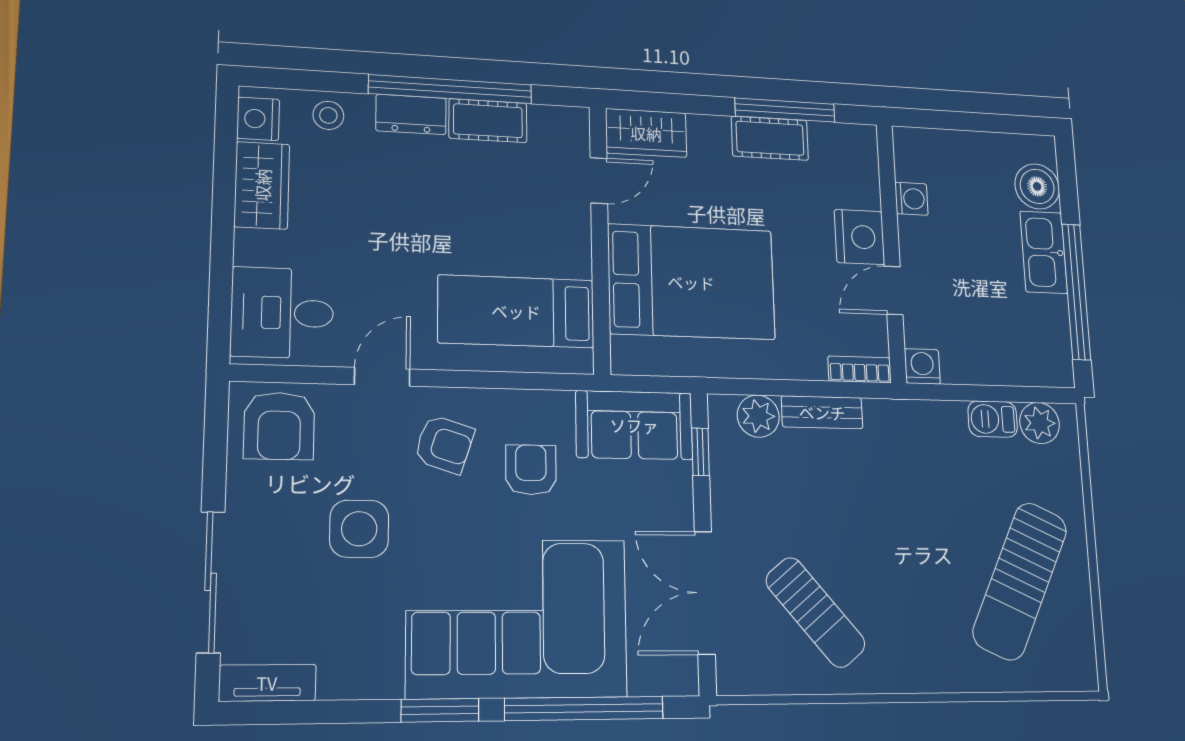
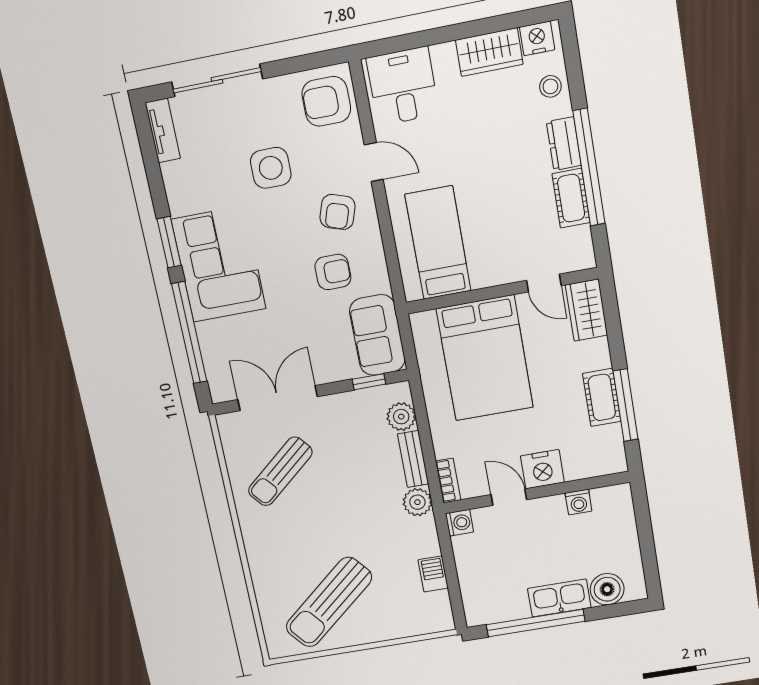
plant: (1040, 423) -> (417, 502), moved
sun lounger: (1020, 581) -> (329, 602), turned -65
corner sofa: (517, 618) -> (219, 264), width x0.73, depth x0.74

